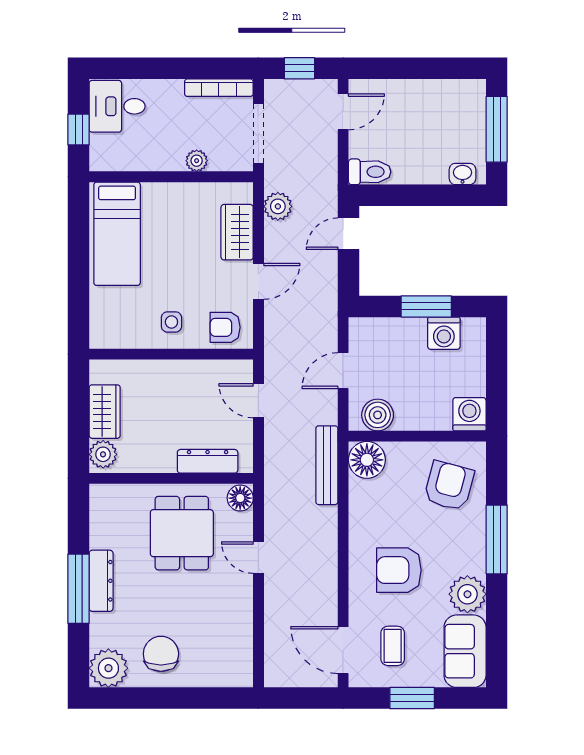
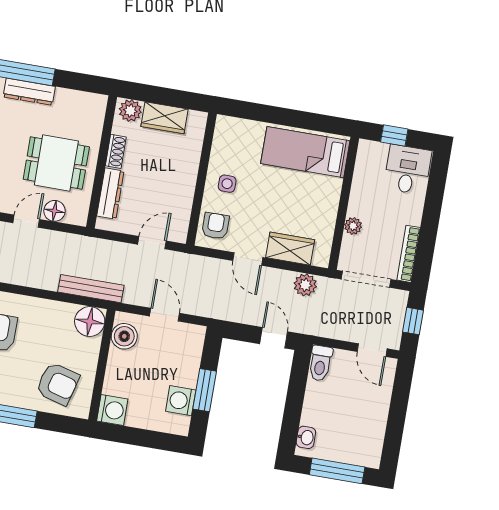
shoe rack: (155, 464) -> (116, 151), added
floor lamp: (240, 498) -> (55, 211), moved

